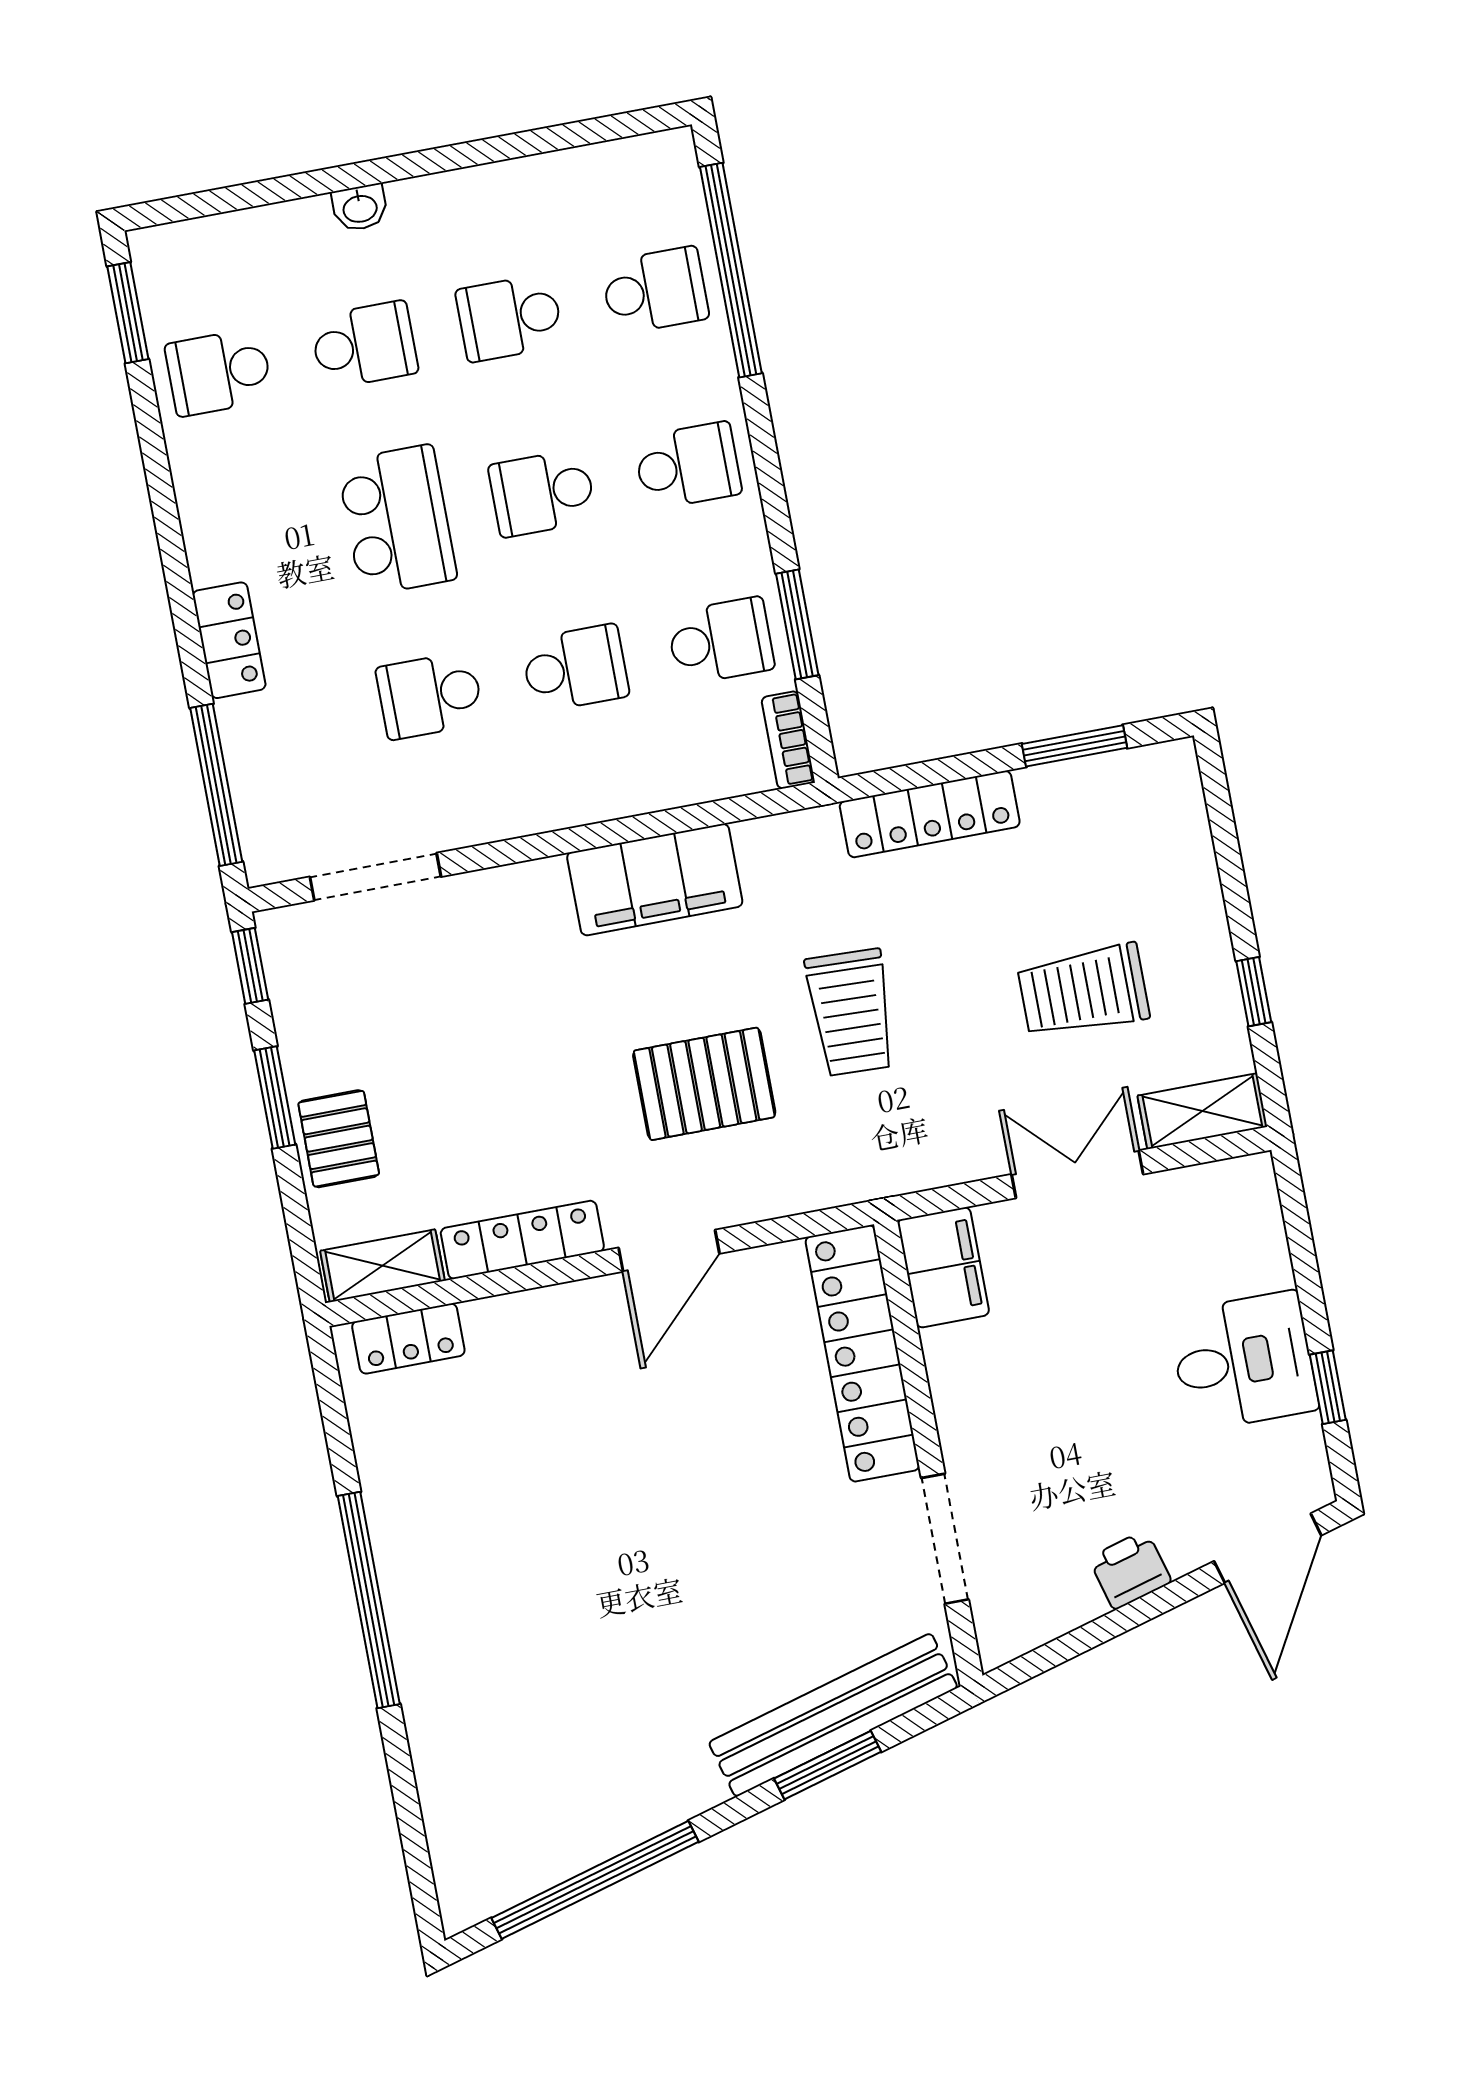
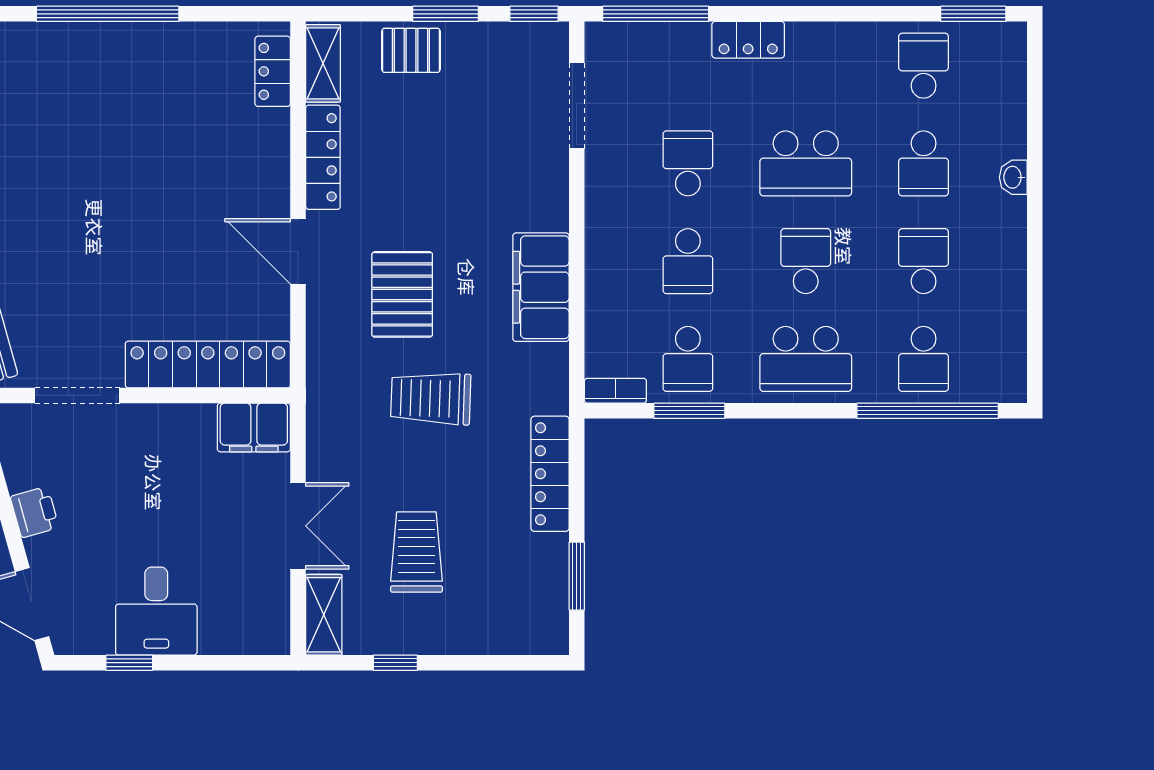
school desk: (688, 466) -> (806, 359), width x1.85

